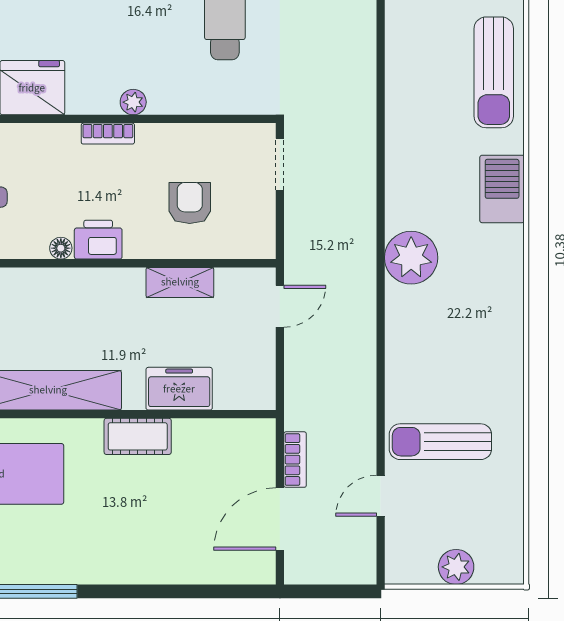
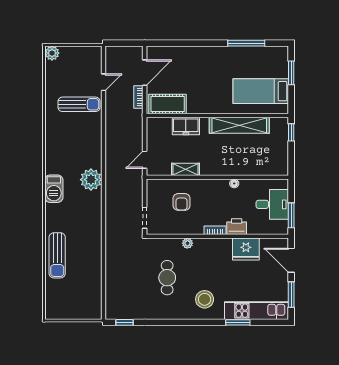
sun lounger: (494, 72) -> (57, 255), turned 180
plant: (133, 102) -> (187, 243), moved
barbecue: (502, 189) -> (54, 189), moved
printer: (98, 240) -> (237, 227), moved, turned 180
cot: (138, 436) -> (168, 104), moved, width x1.37, depth x1.34
plant: (456, 567) -> (52, 53), moved

